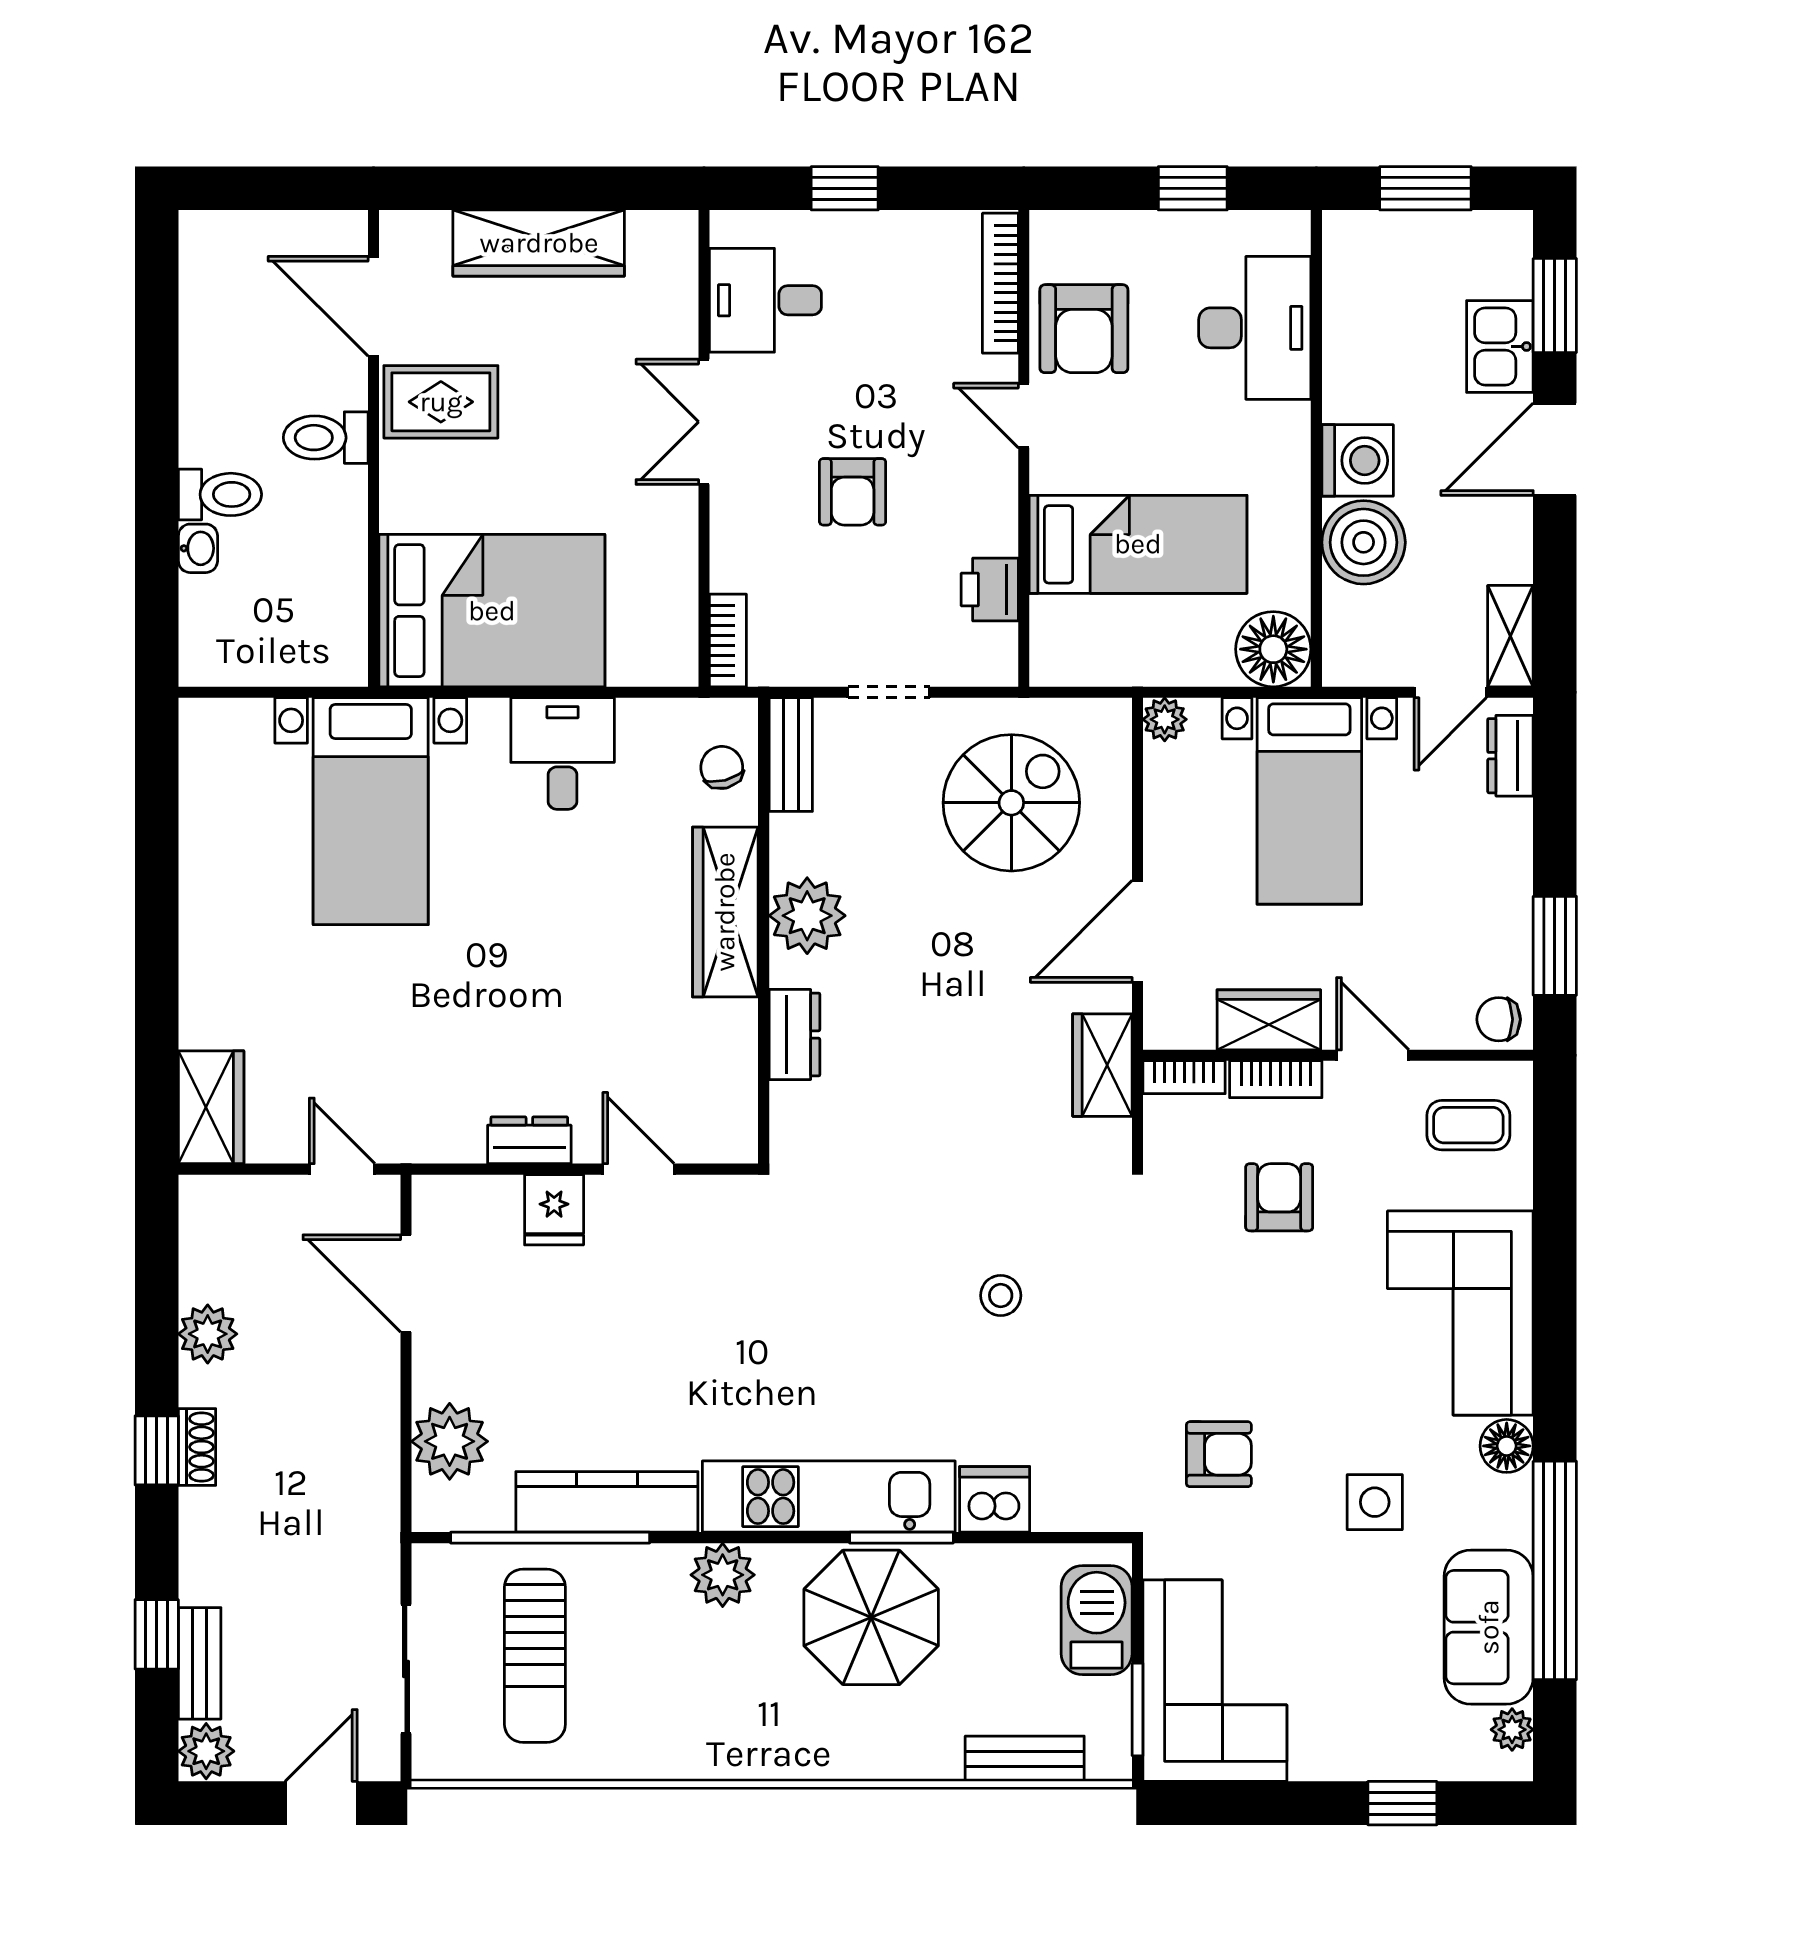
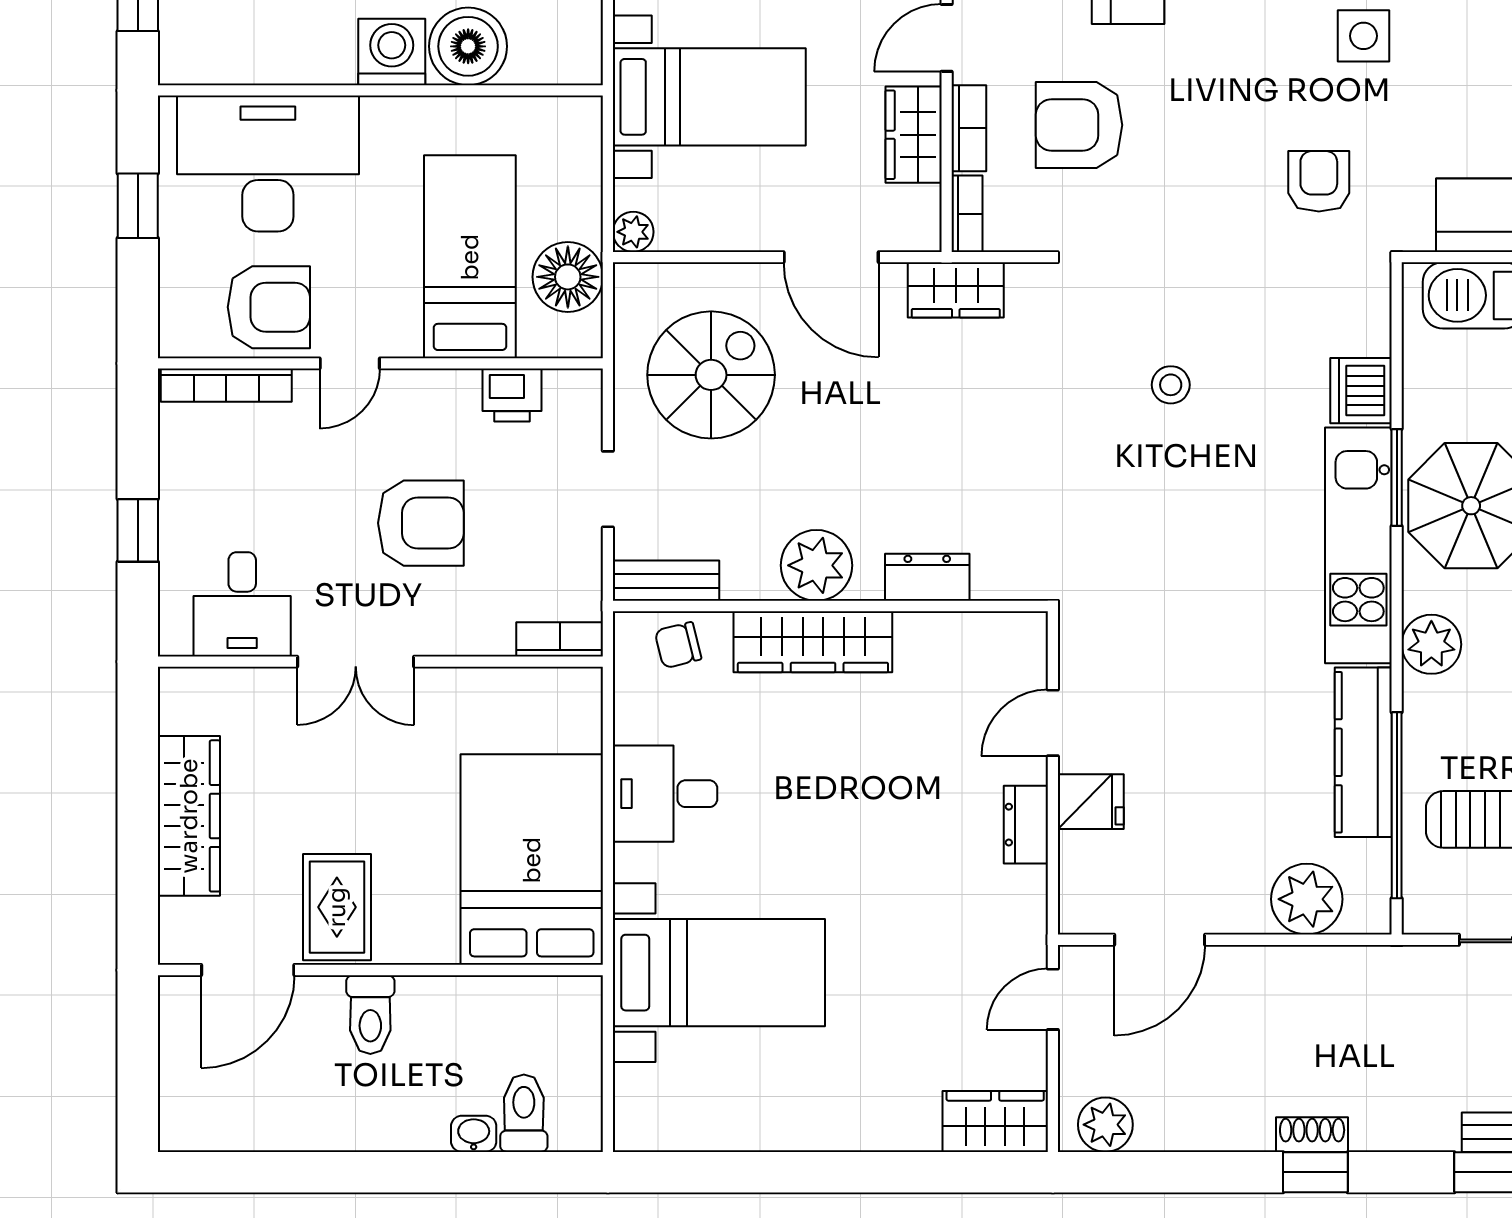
desk: (1255, 328) -> (268, 163), width x1.36, depth x1.30
armchair: (853, 492) -> (421, 523), width x1.38, depth x1.38
toilet: (220, 494) -> (524, 1113), moved
floor lamp: (1273, 649) -> (568, 277), moved
spiral stairs: (1011, 803) -> (711, 375), turned 90
armchair: (1279, 1197) -> (1079, 125), width x1.38, depth x1.38
plant: (208, 1334) -> (1105, 1125), moved

